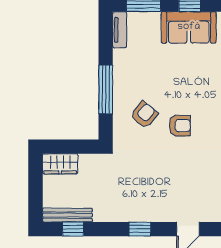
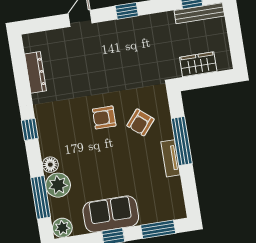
tv unit: (120, 30) -> (171, 158), moved
wardrobe: (60, 164) -> (198, 64), moved

